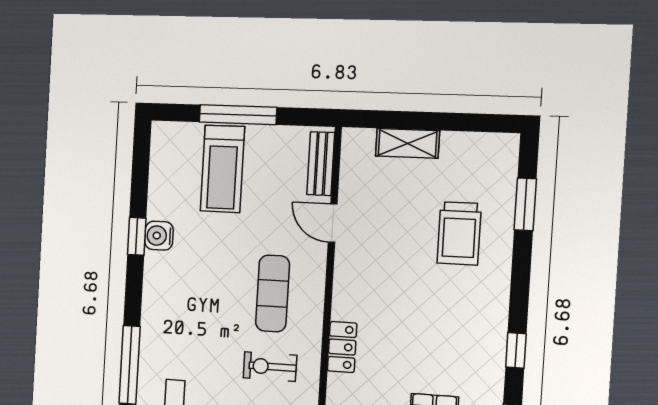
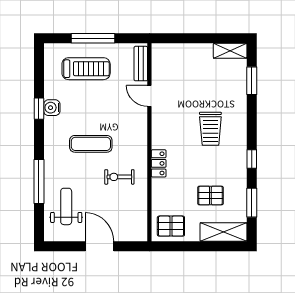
shelving: (407, 143) -> (230, 51), moved
treadmill: (222, 169) -> (86, 69), turned -90
trolley: (459, 233) -> (210, 129), moved
exercise mat: (273, 293) -> (91, 144), moved, turned 90

